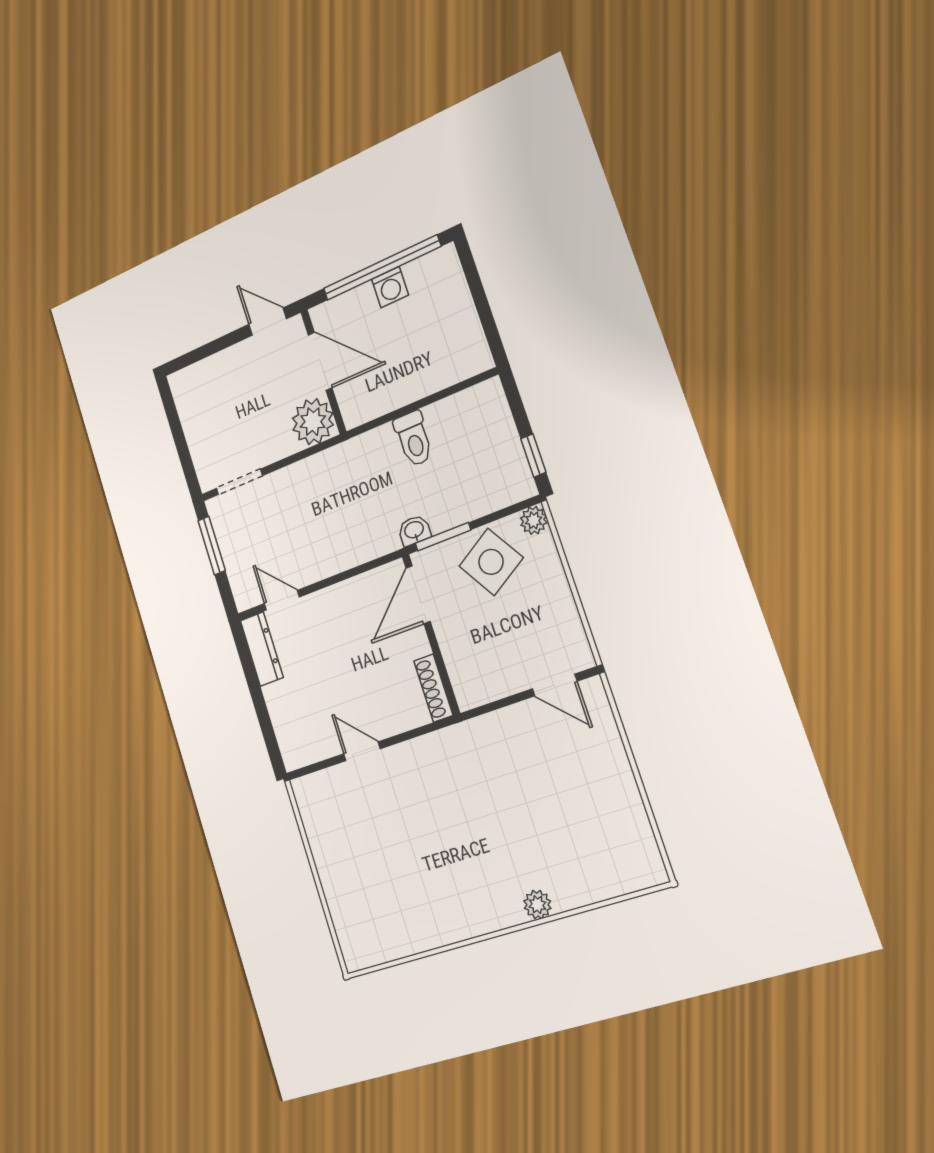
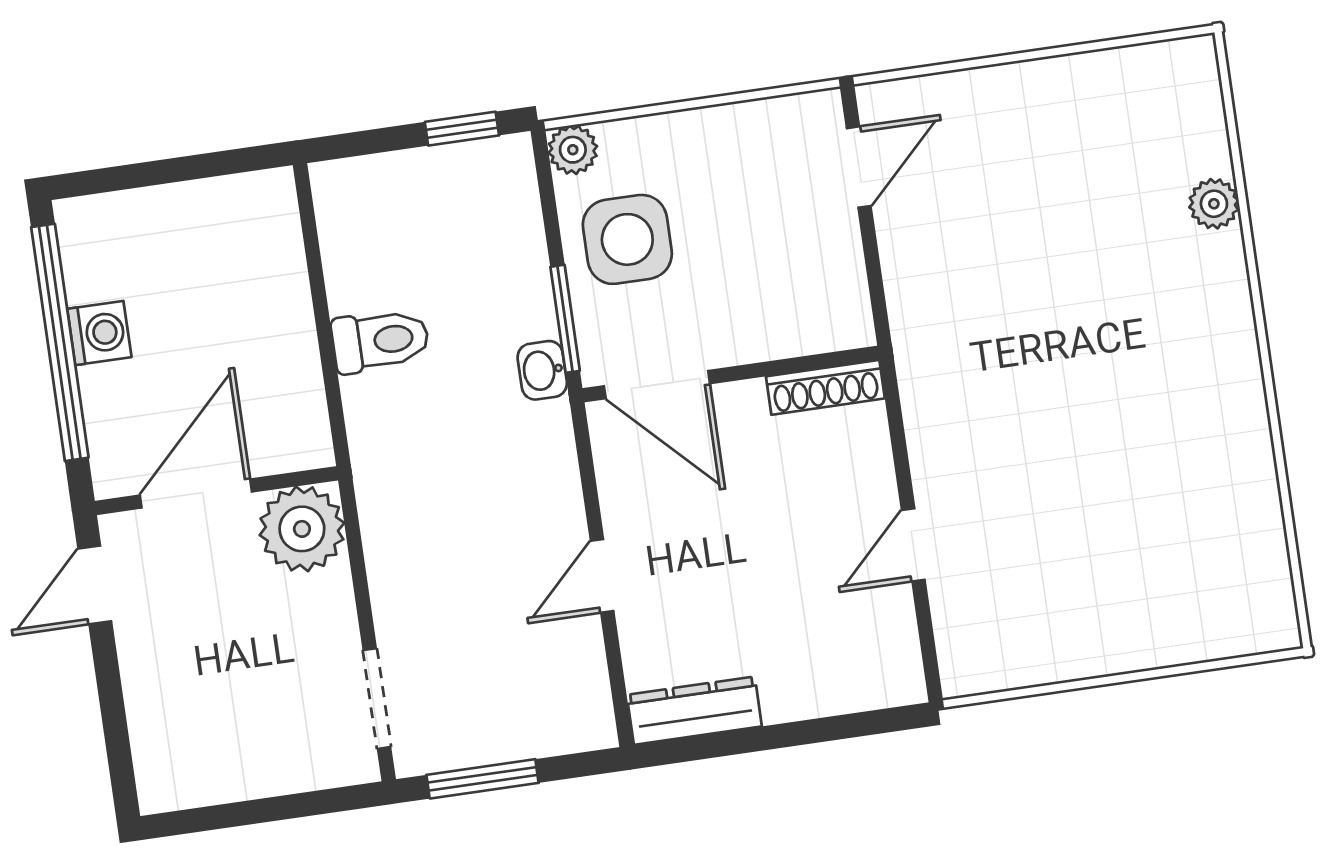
side table: (491, 562) -> (627, 239), turned 32
door: (282, 600) -> (602, 576), moved
plant: (537, 905) -> (1214, 204), moved

